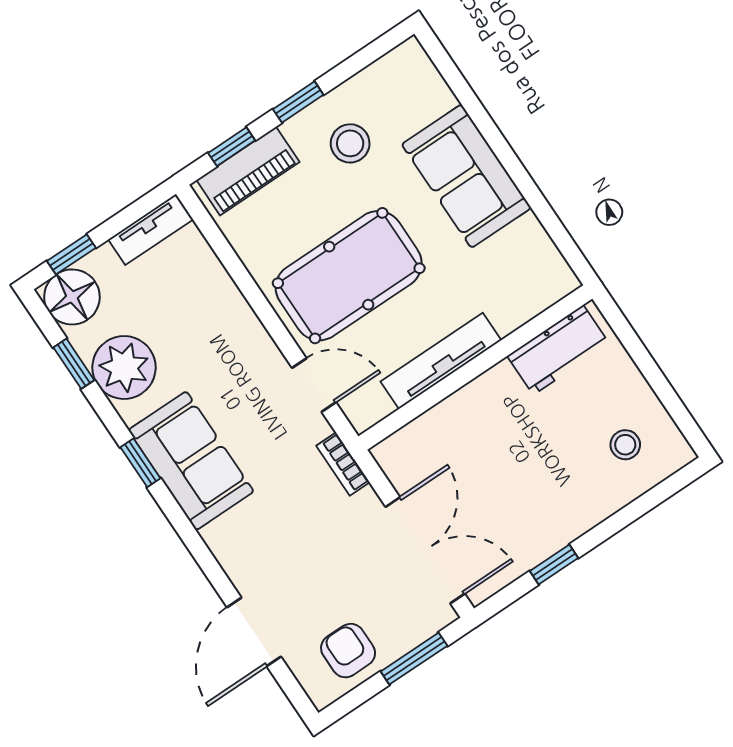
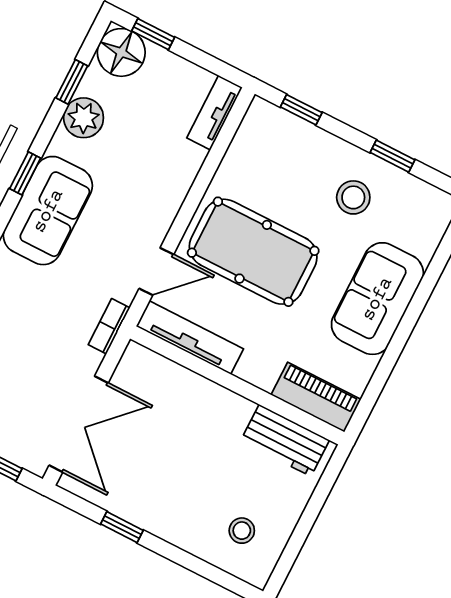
window: (298, 102) -> (393, 156), moved
piano: (248, 171) -> (316, 397), moved, turned 180
tv unit: (151, 229) -> (215, 113), moved, turned 90
tv unit: (441, 361) -> (190, 338), moved
plant: (124, 367) -> (84, 118), width x0.73, depth x0.73
door: (314, 385) -> (156, 271), hinge flipped

